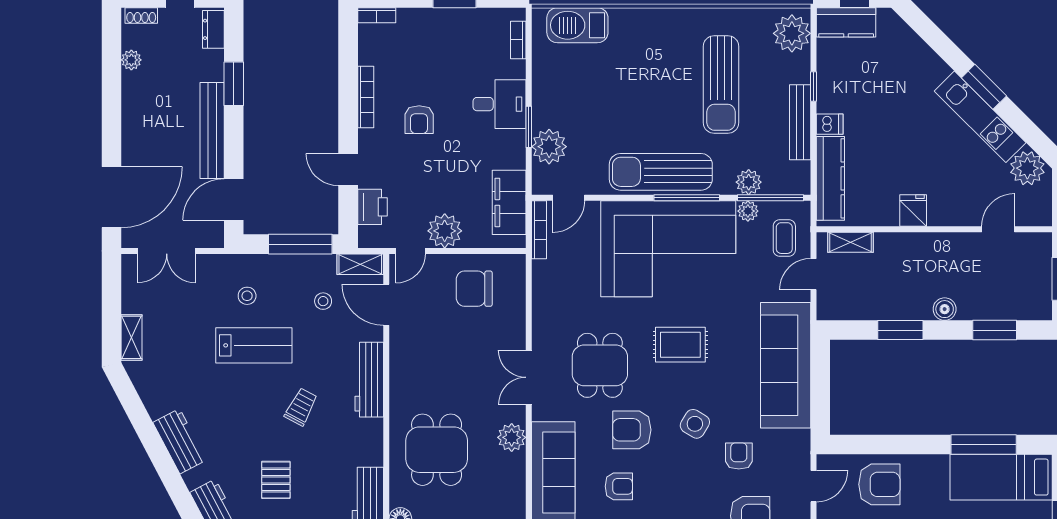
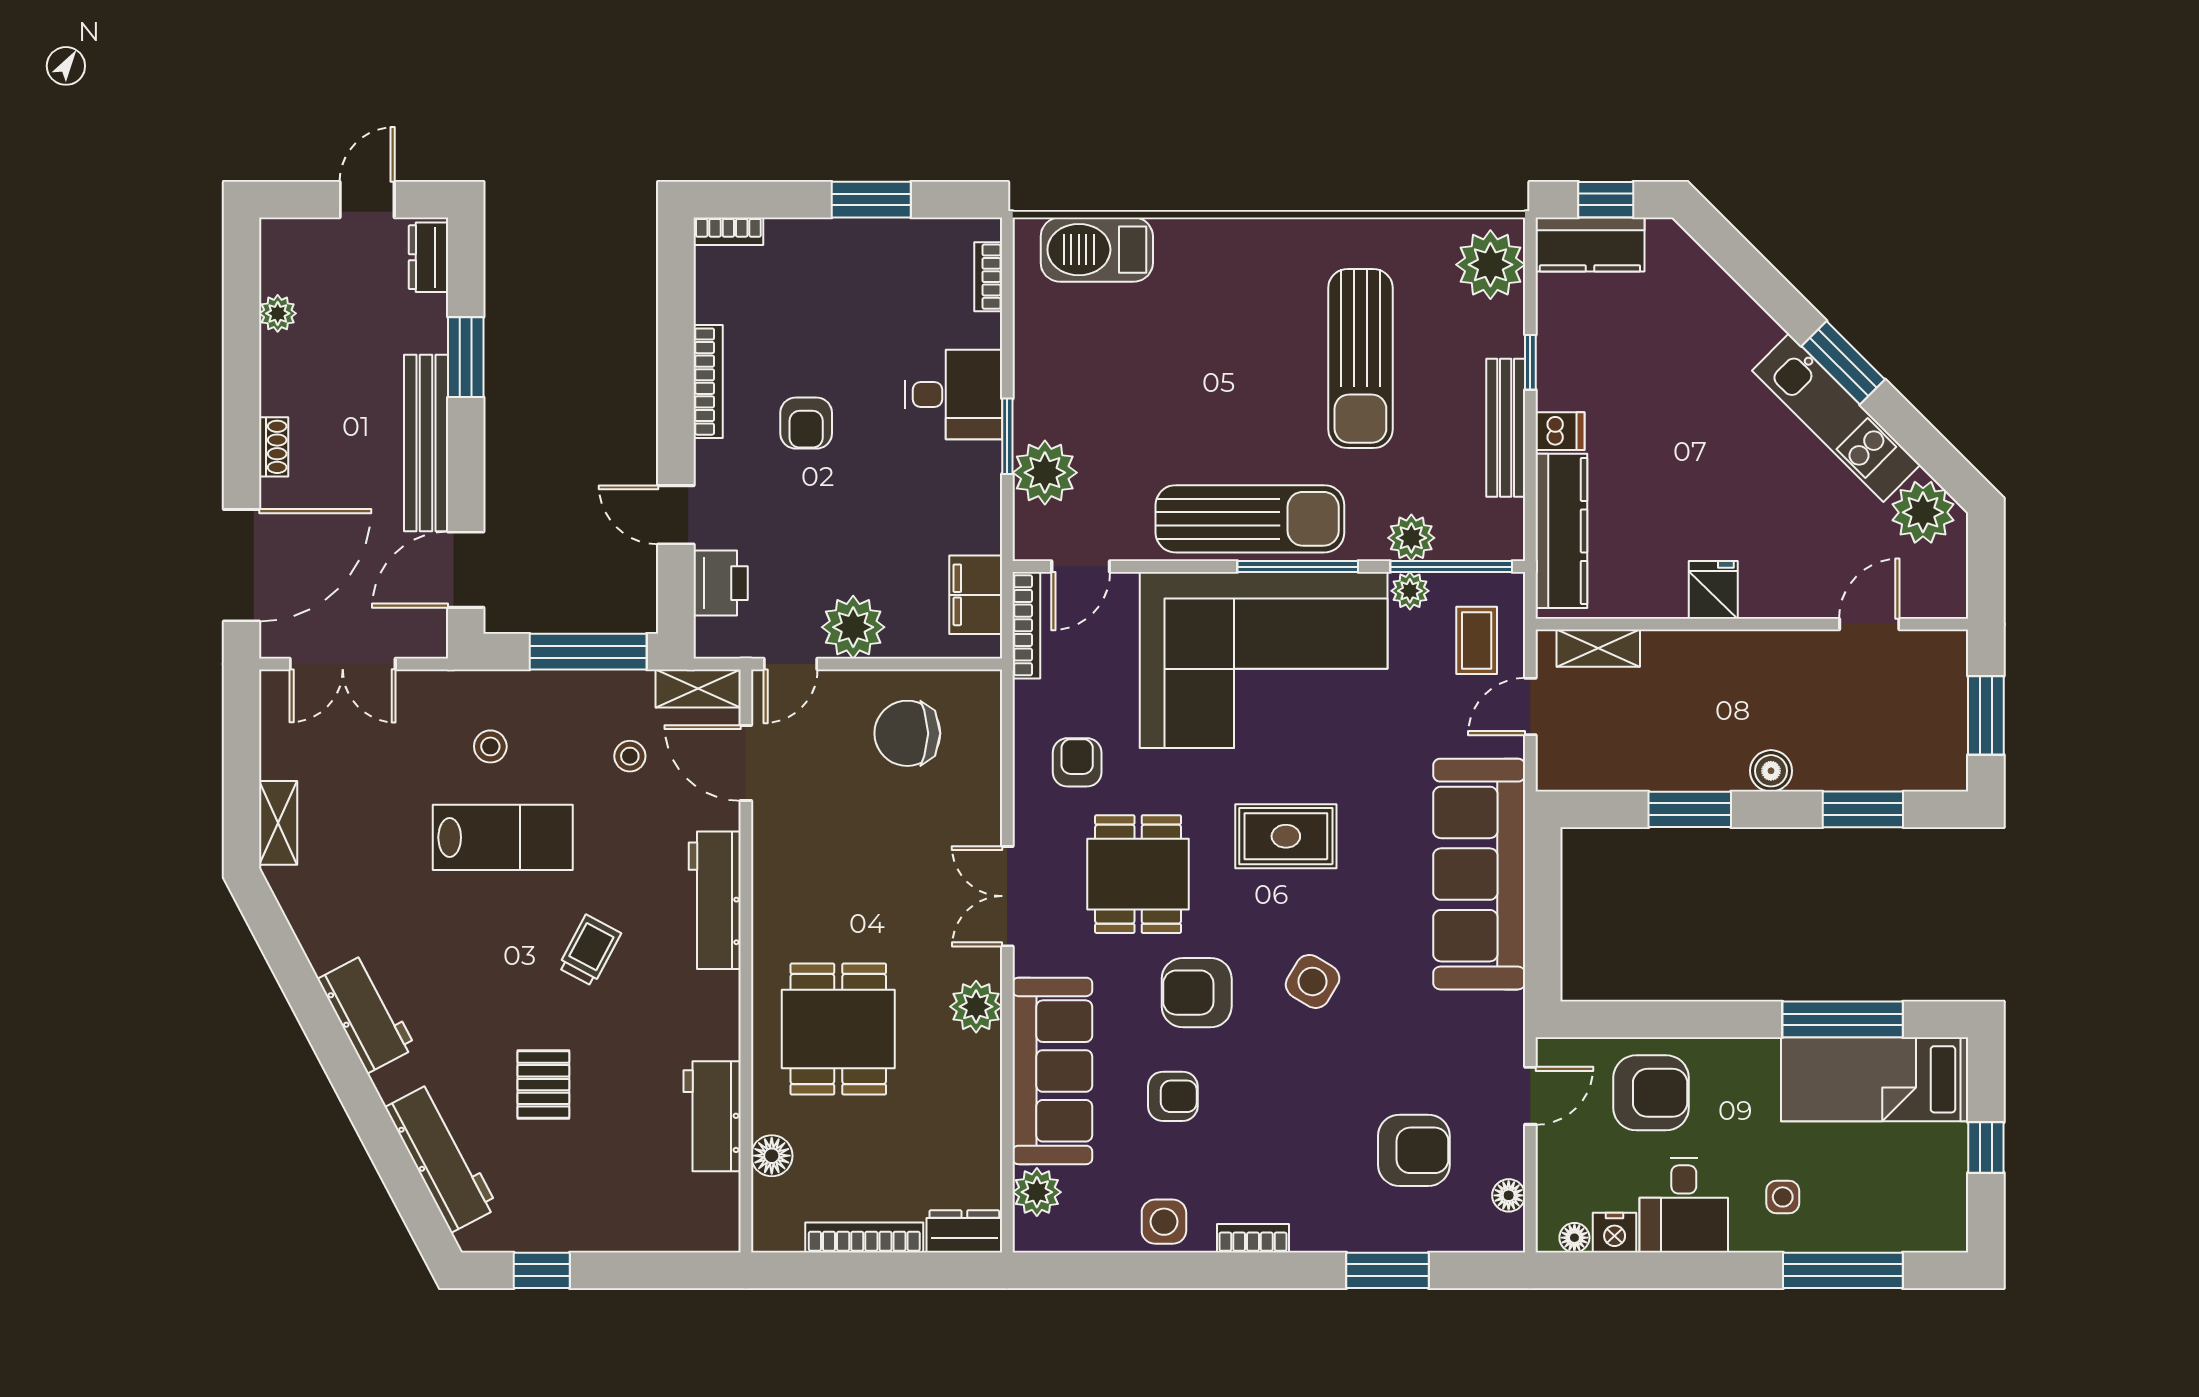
shoe rack: (141, 15) -> (274, 447), moved, turned -90
sun lounger: (661, 172) -> (1250, 519), turned 180
filing cabinet: (509, 202) -> (976, 595), width x0.67, depth x0.86
armchair: (739, 456) -> (1077, 762), moved

